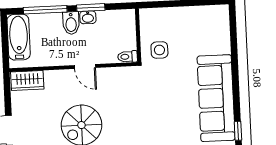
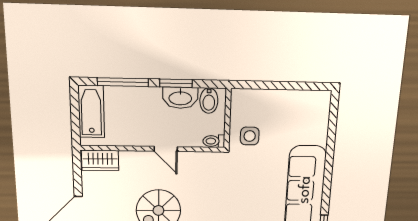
washbasin: (88, 17) -> (180, 98), width x1.91, depth x1.45
bidet: (71, 23) -> (209, 101), moved

